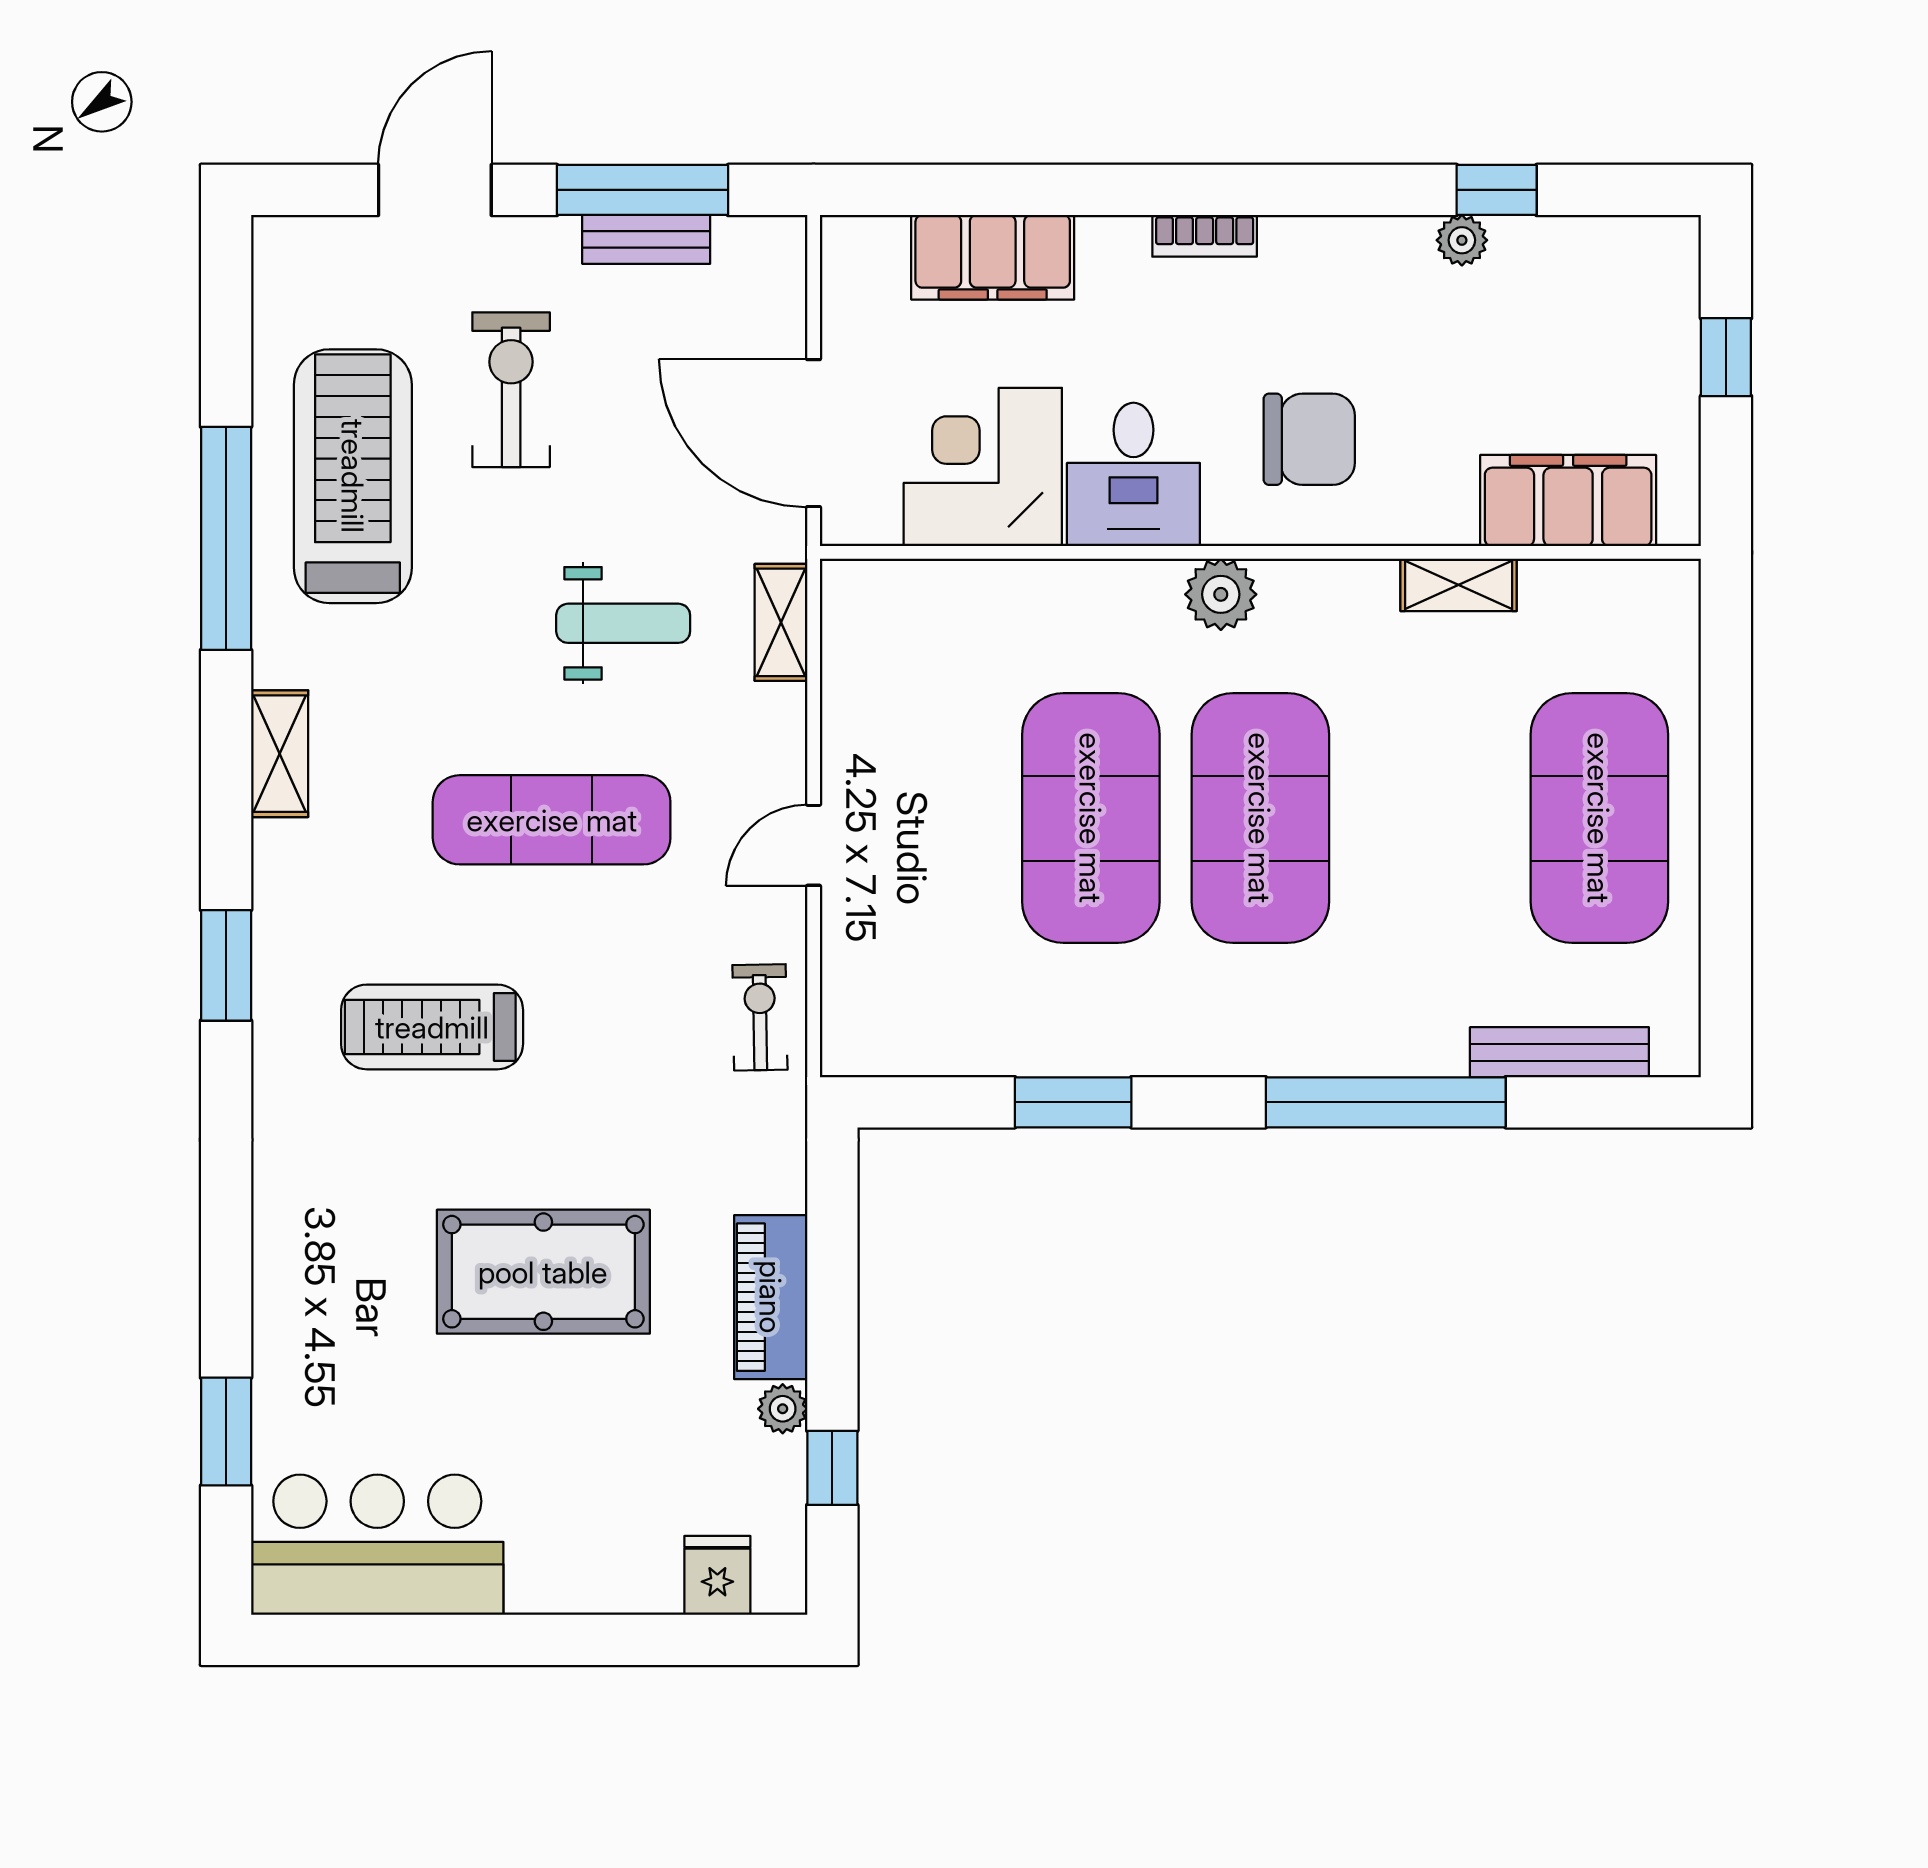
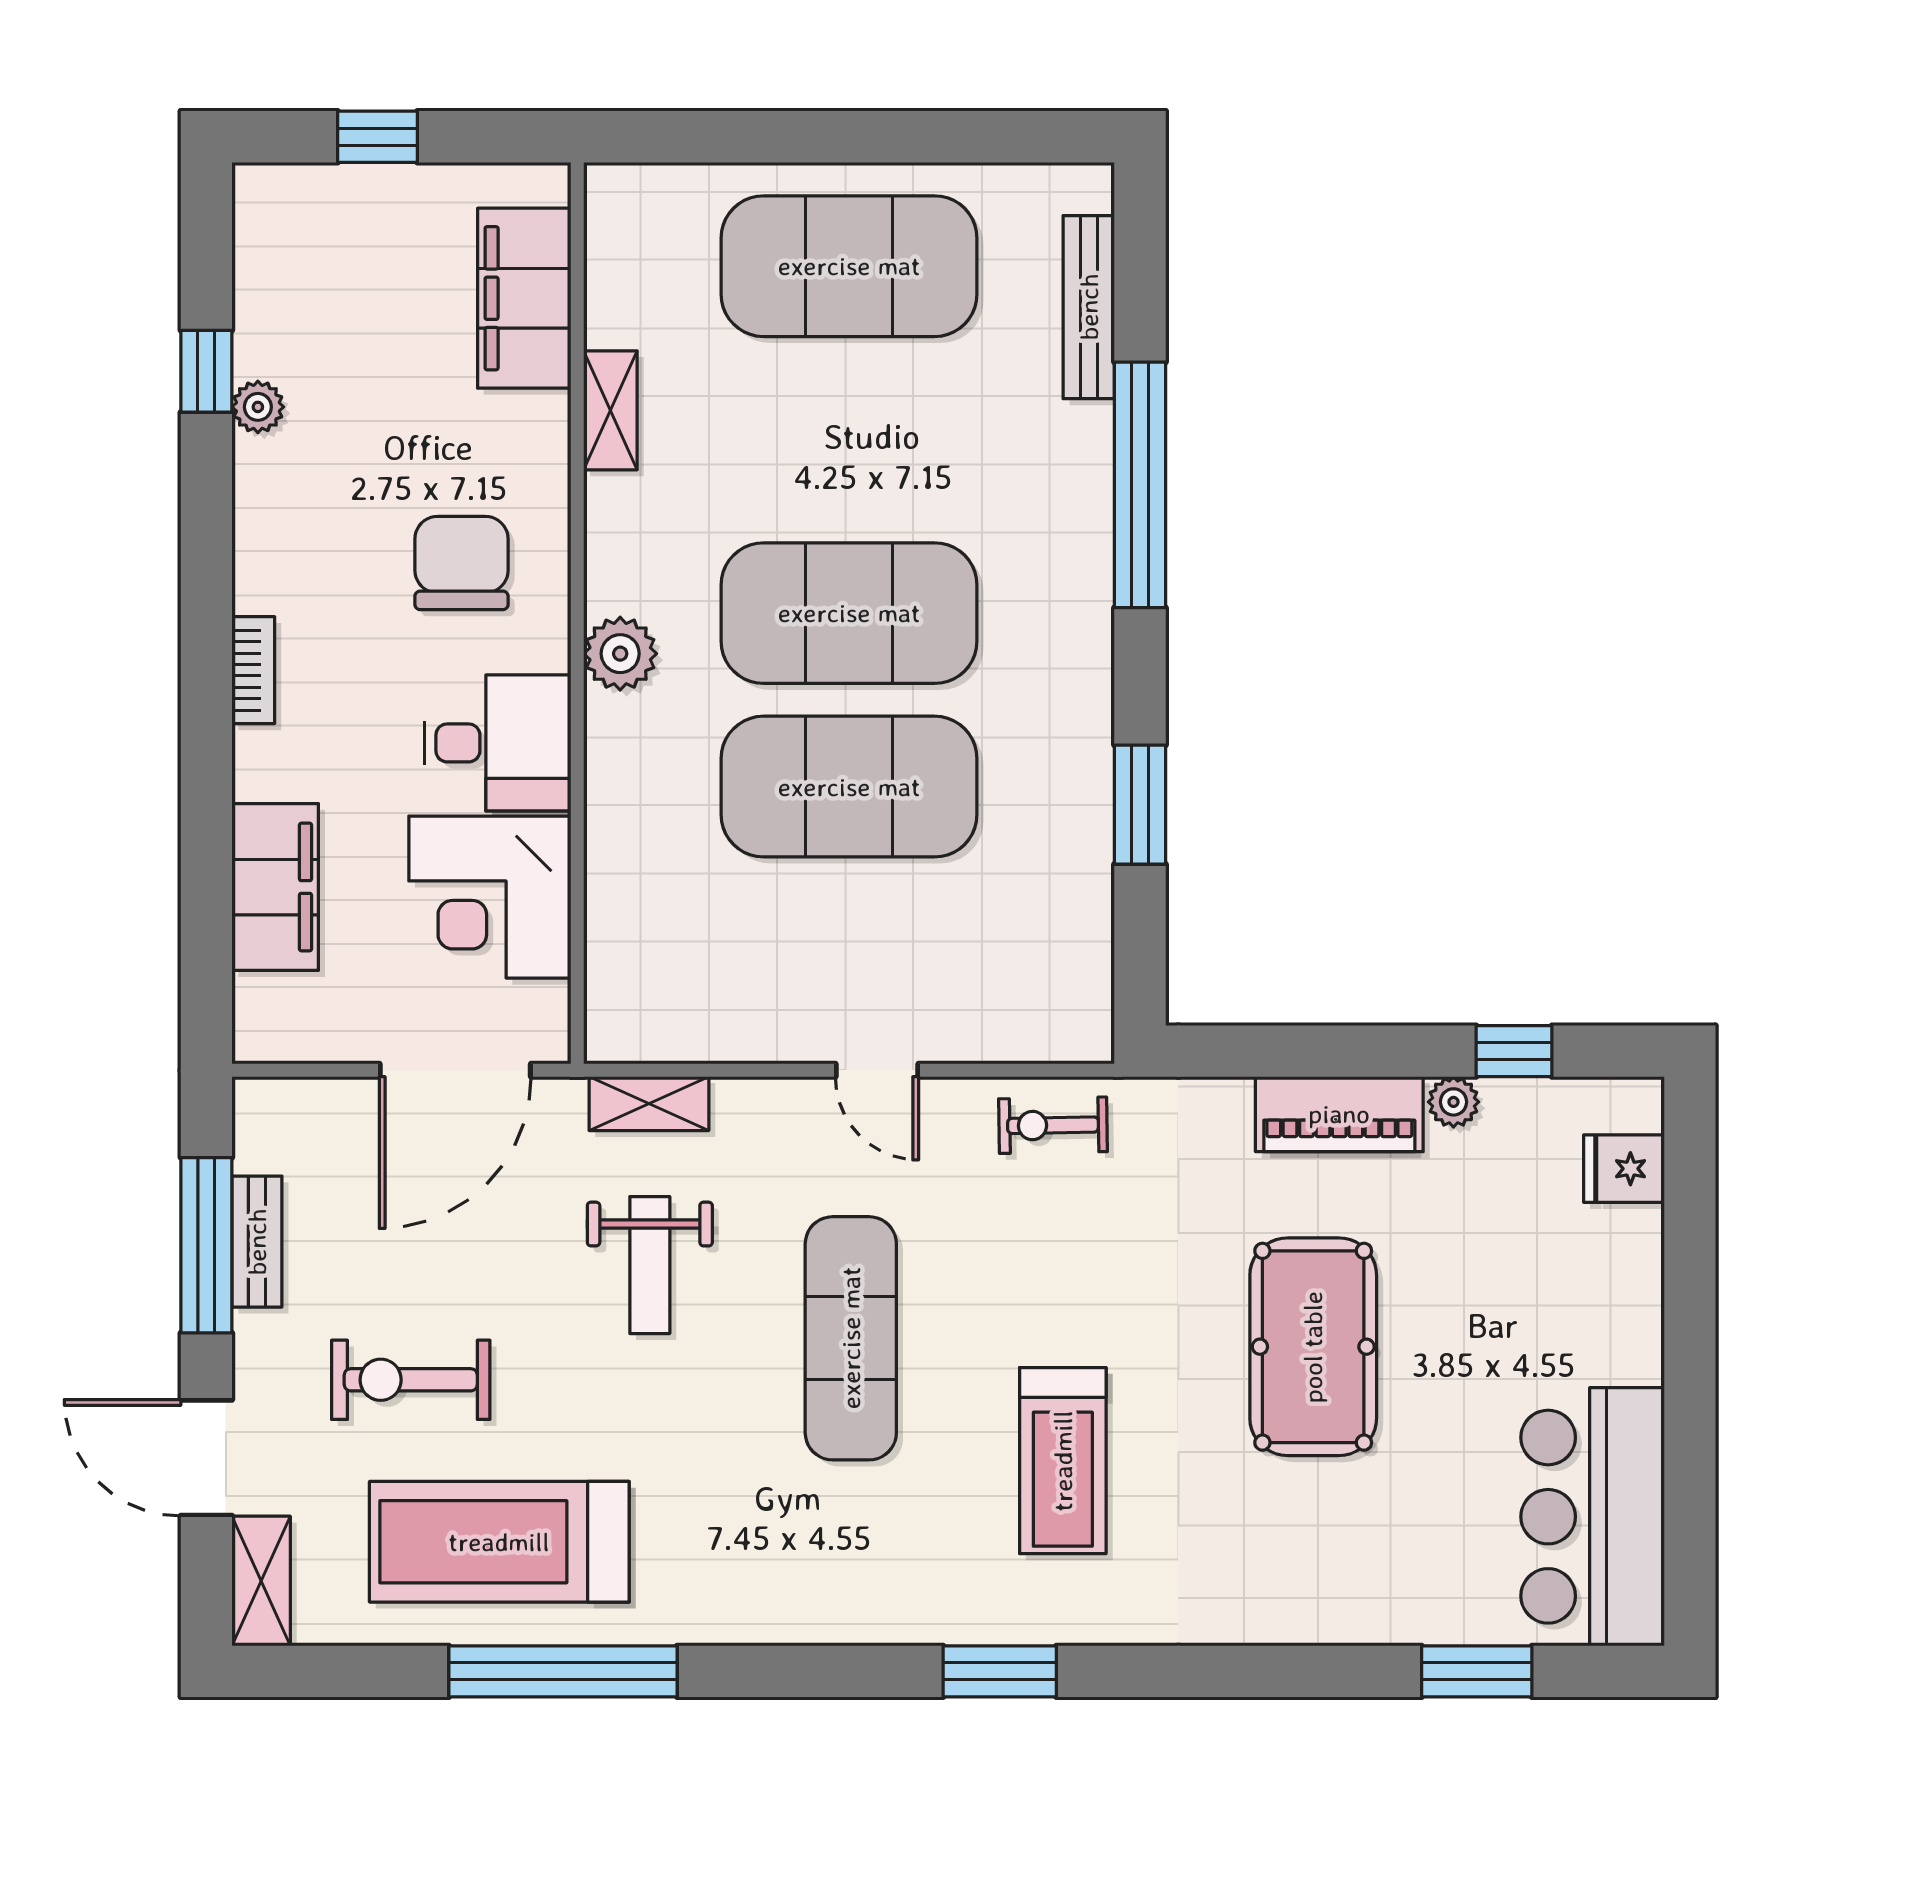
weight bench: (623, 623) -> (650, 1265), turned 180
shelving: (280, 754) -> (261, 1581), moved, turned 90

